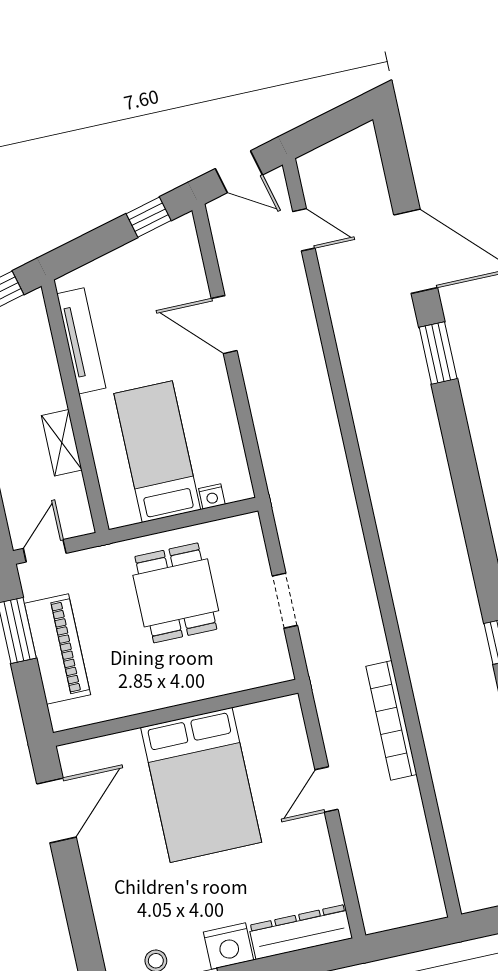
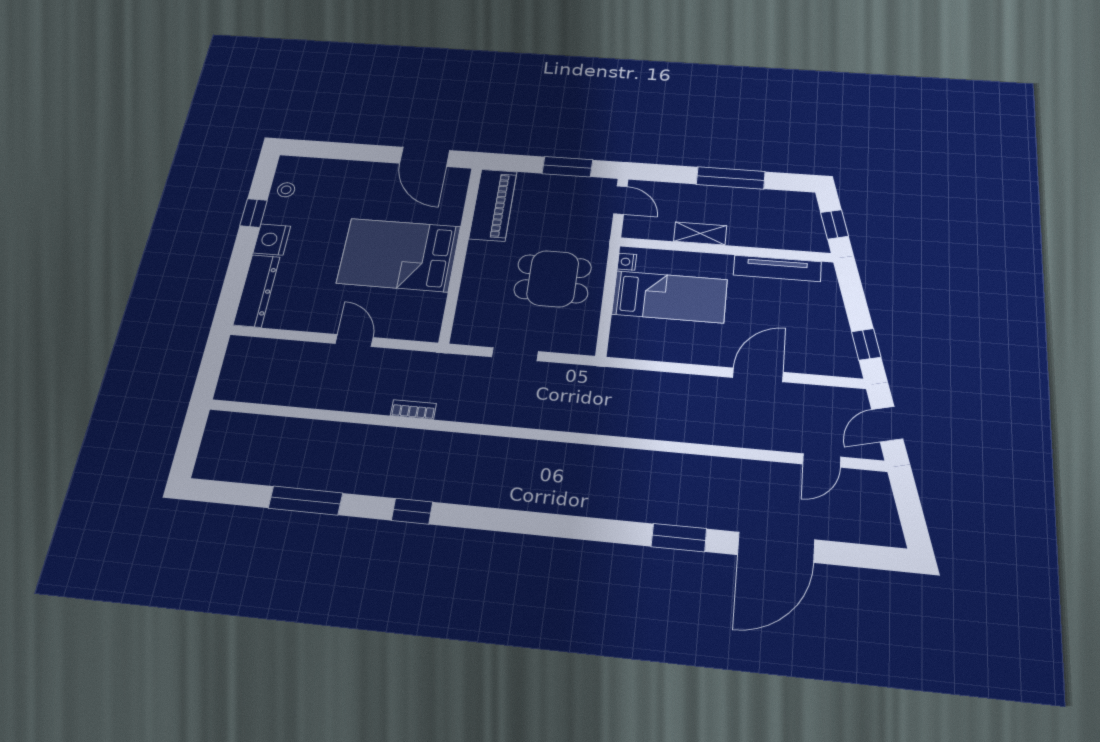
nightstand: (212, 496) -> (627, 262), moved
piano: (57, 649) -> (493, 205), moved, turned -90
bookcase: (391, 720) -> (413, 410), width x0.43, depth x0.76

